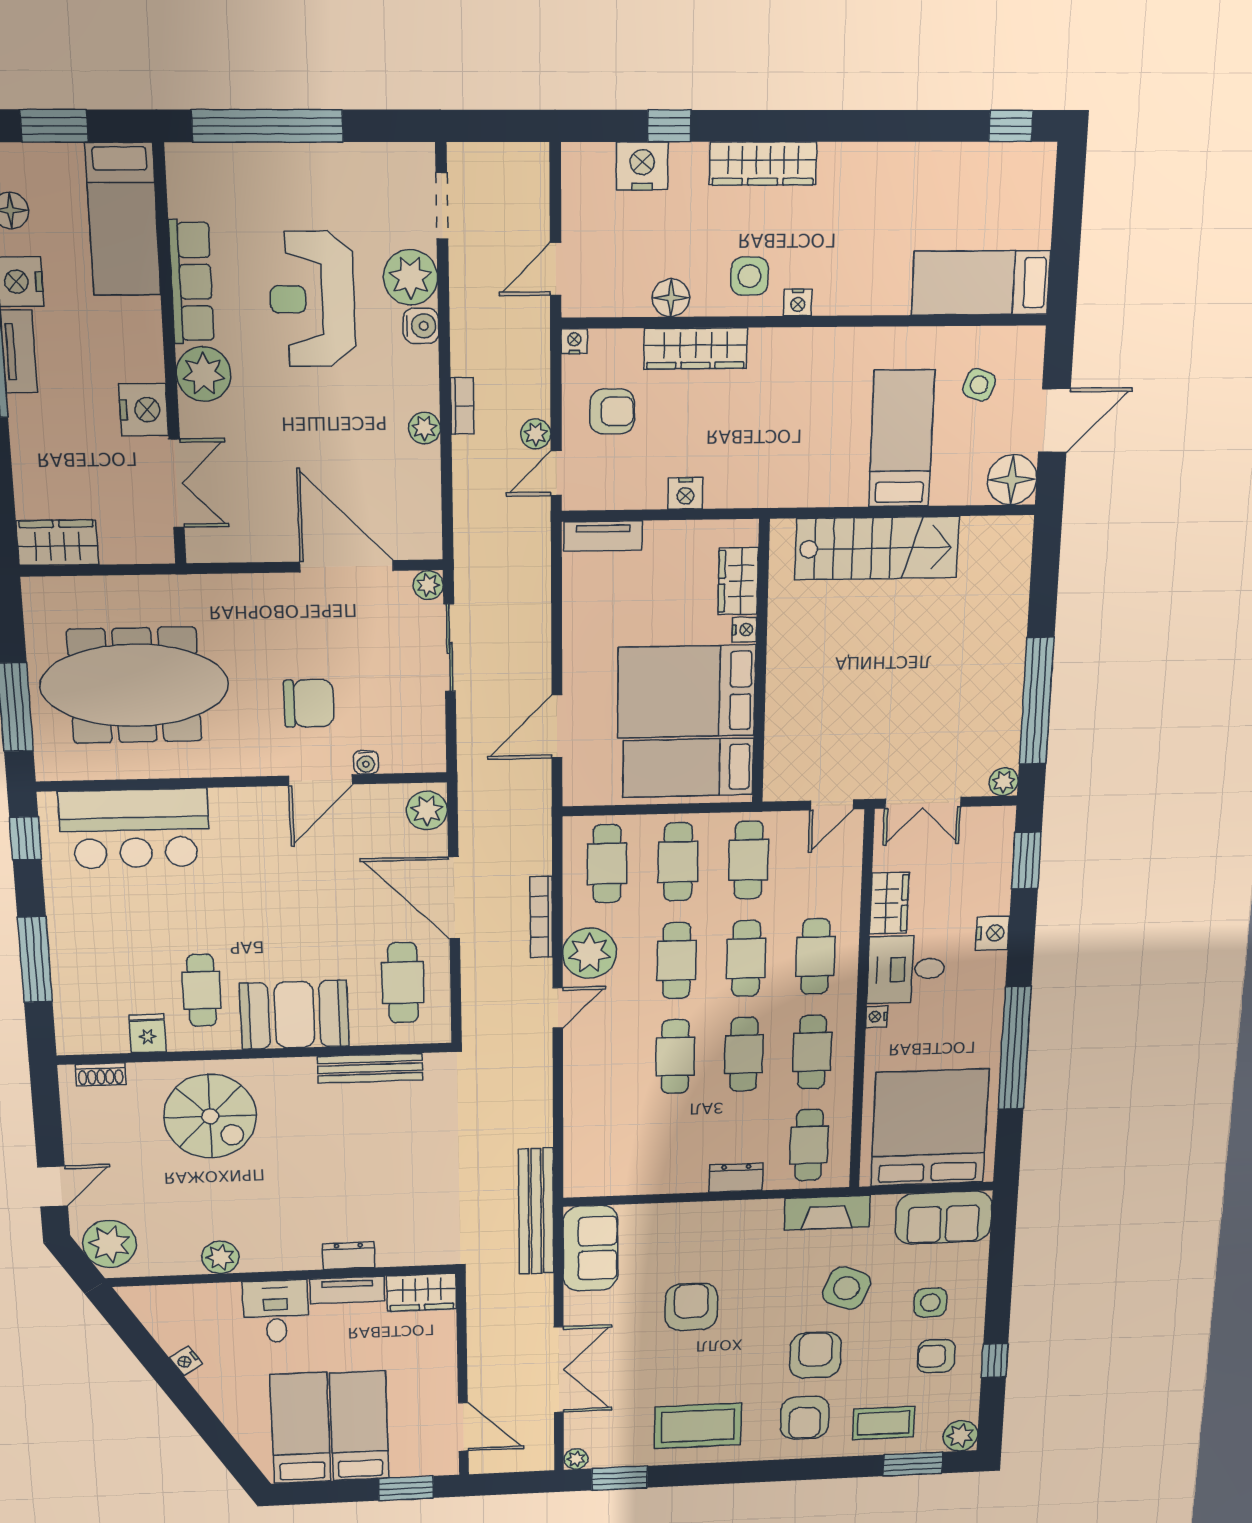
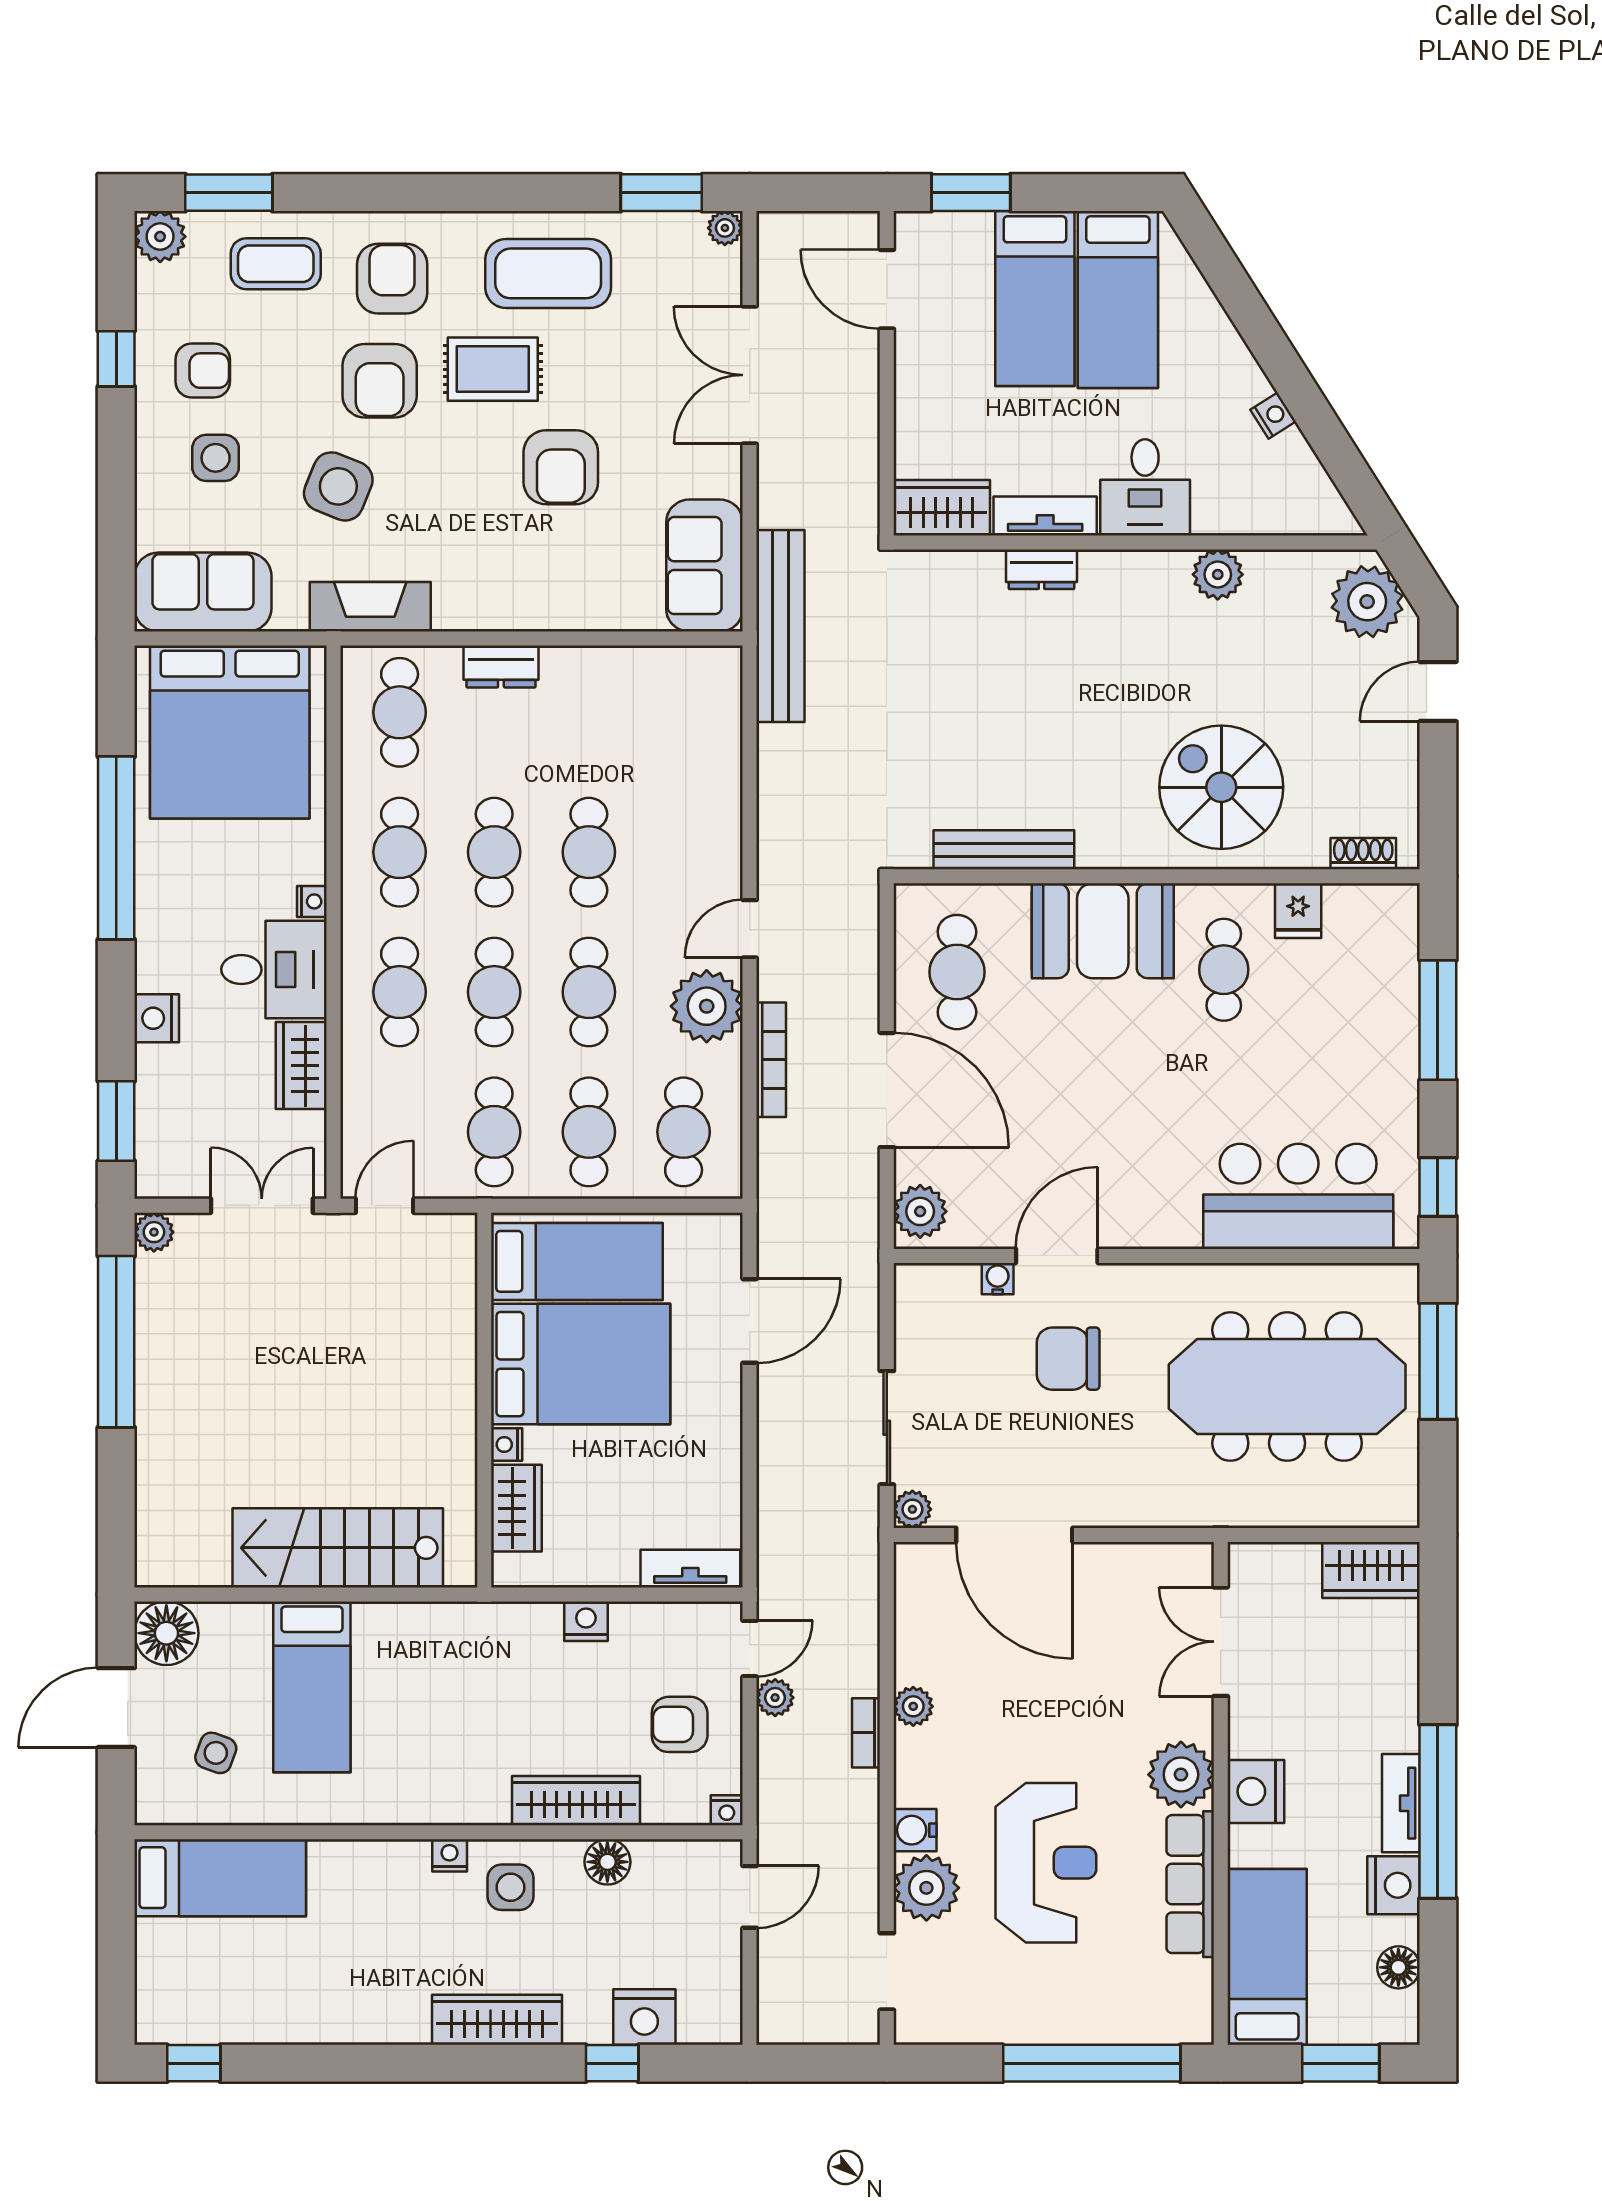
nightstand: (143, 410) -> (1256, 1791), moved
rug: (737, 1366) -> (493, 369), added

